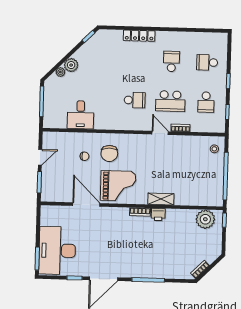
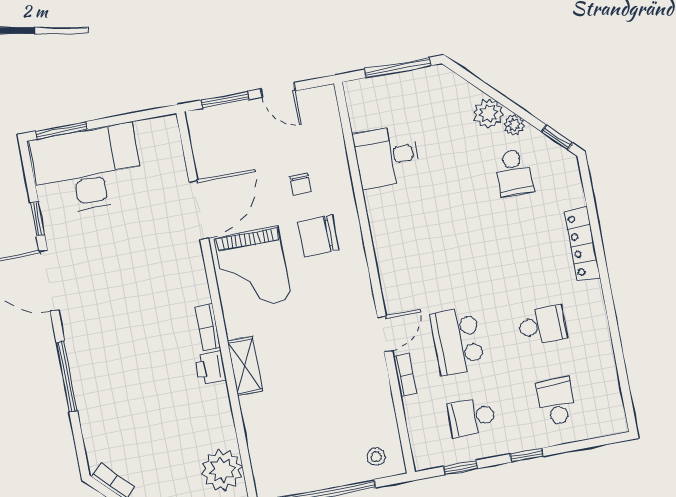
plant: (60, 72) -> (514, 125), moved
school desk: (135, 100) -> (514, 173), moved

